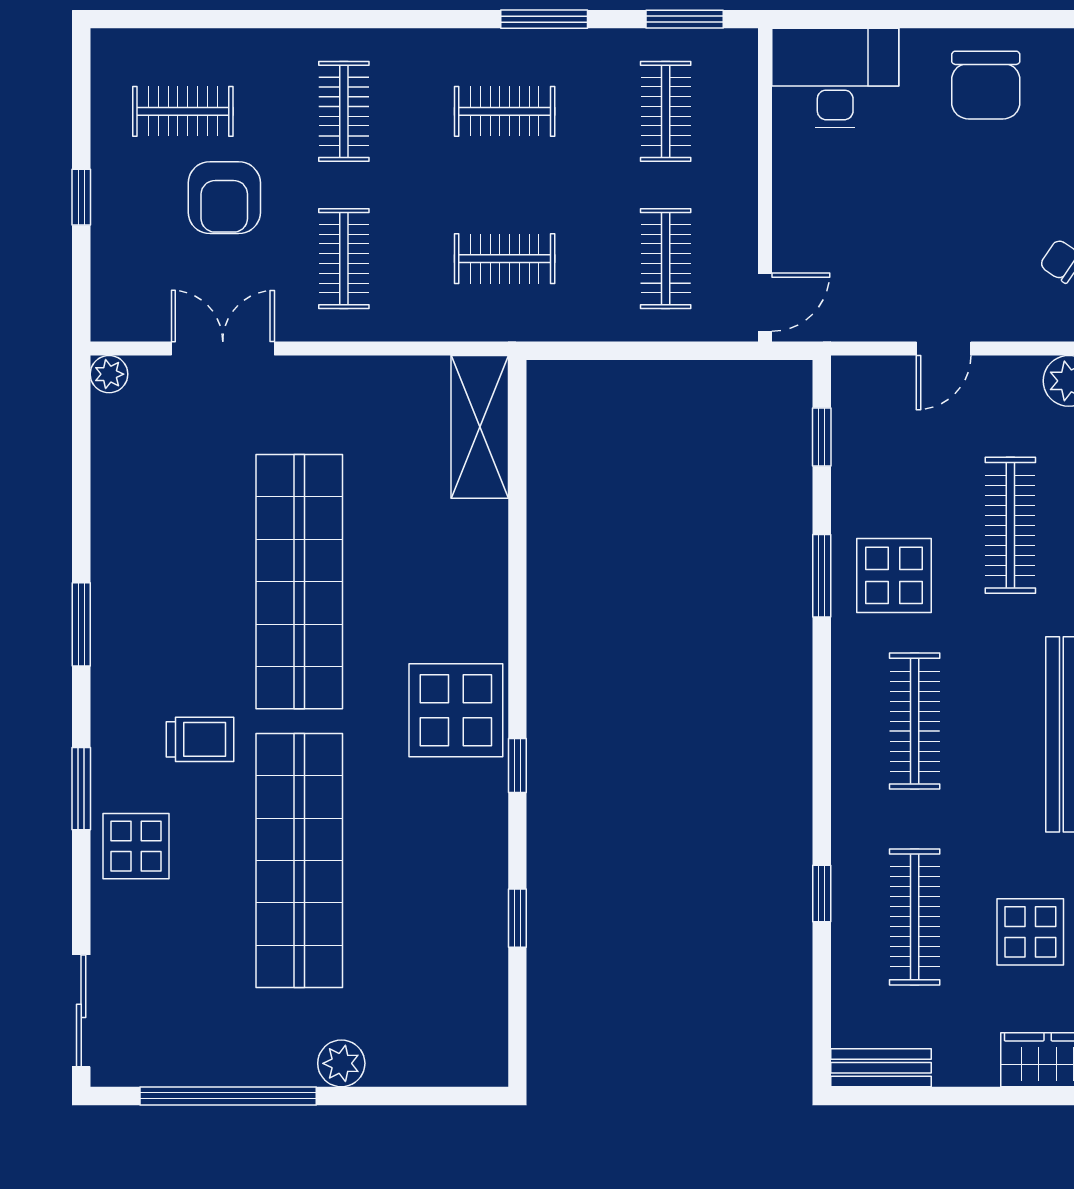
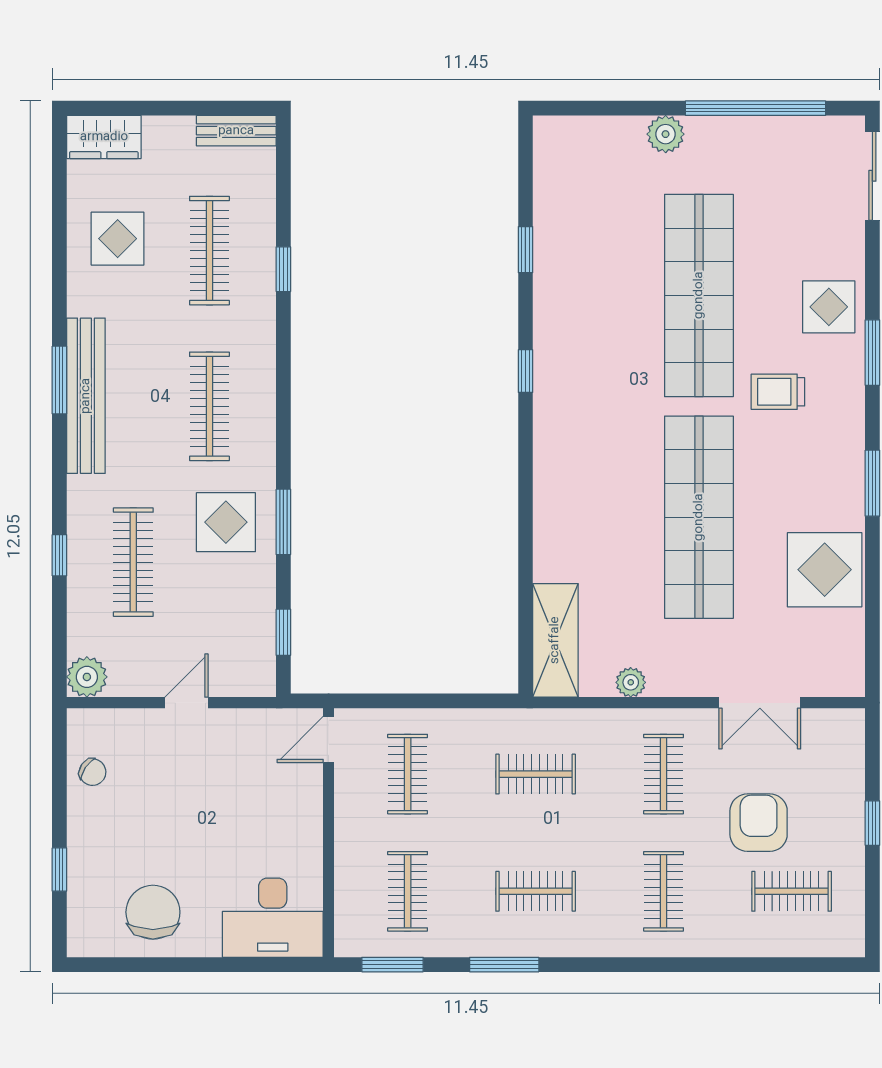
plant: (109, 374) -> (631, 682), moved
display table: (456, 710) -> (825, 570), moved

